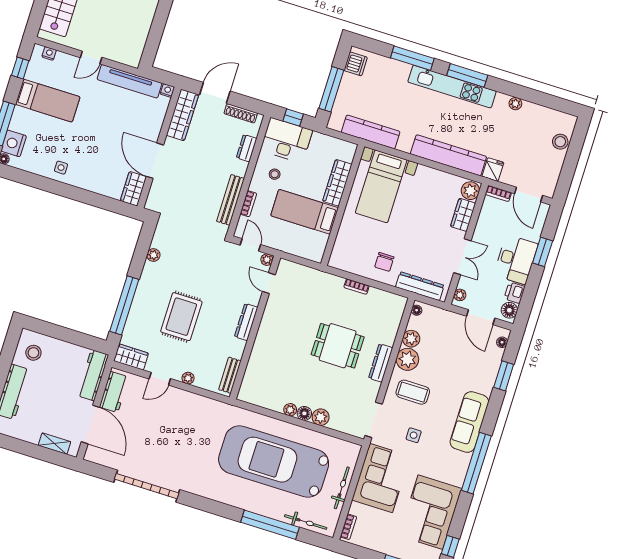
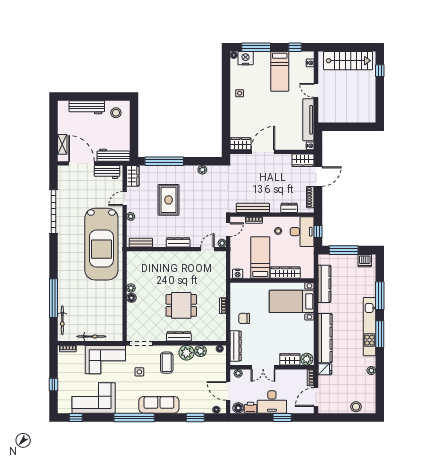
door: (215, 93) -> (318, 177), hinge flipped
wardrobe: (182, 115) -> (303, 160), width x0.67
nightstand: (318, 251) -> (238, 274), added
rug: (181, 317) -> (169, 200), turned 90
door: (481, 317) -> (228, 391), hinge flipped
dining table: (338, 346) -> (181, 305), turned 90
door: (160, 379) -> (125, 199), hinge flipped
plant: (321, 417) -> (132, 309), removed
door: (90, 425) -> (82, 163), swing flipped
car: (274, 462) -> (101, 244), moved, turned 180

